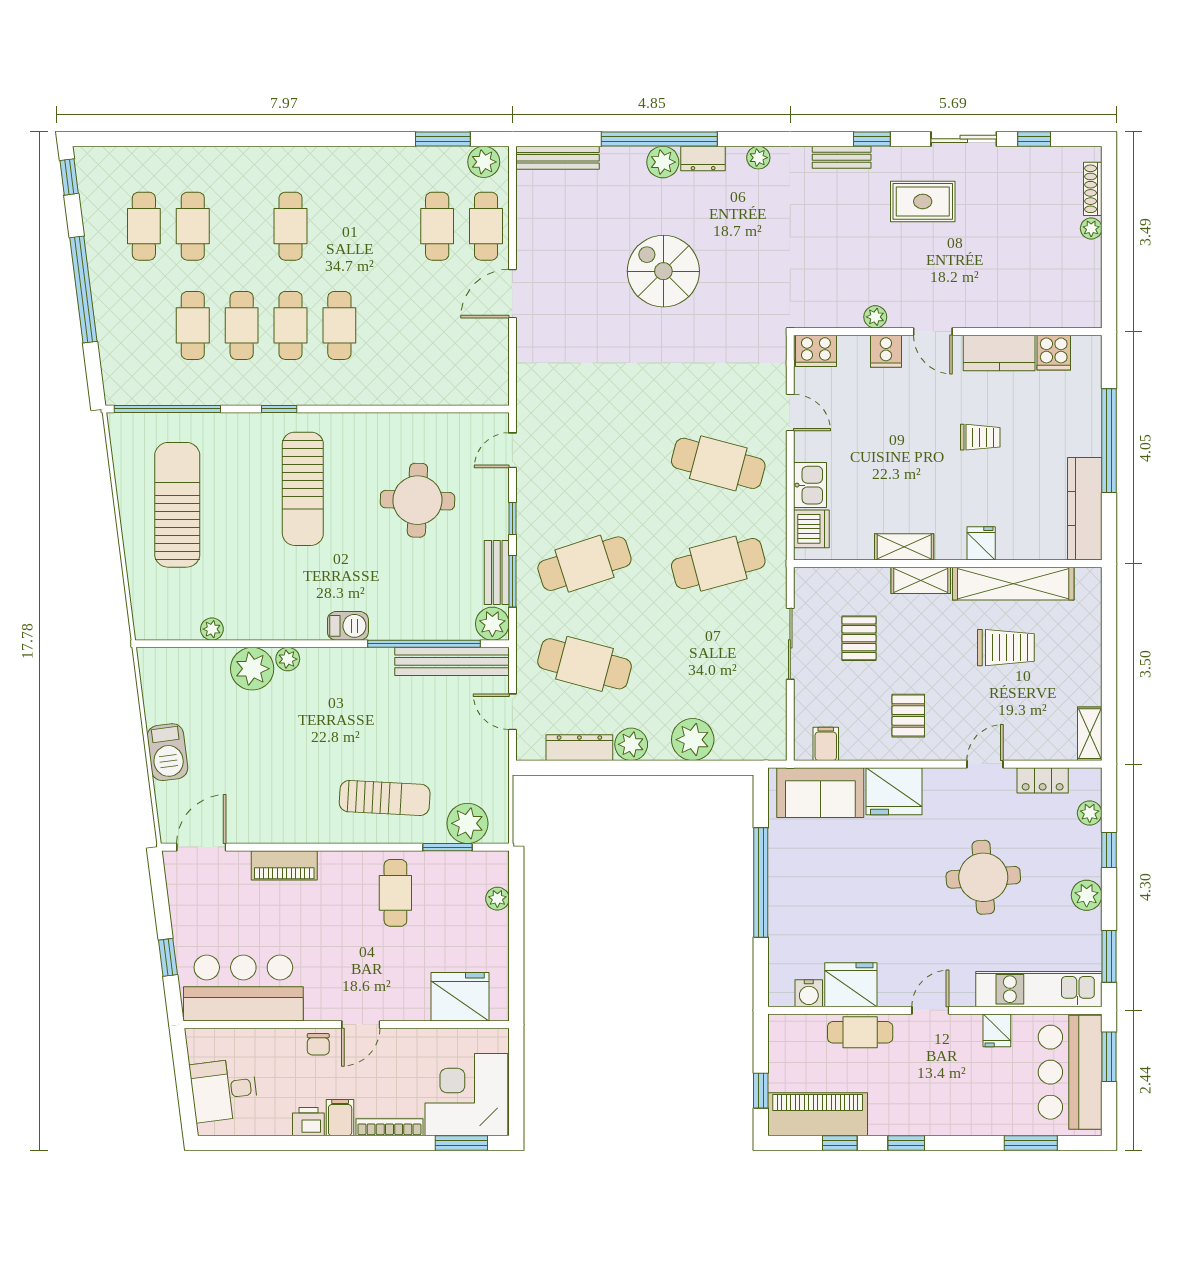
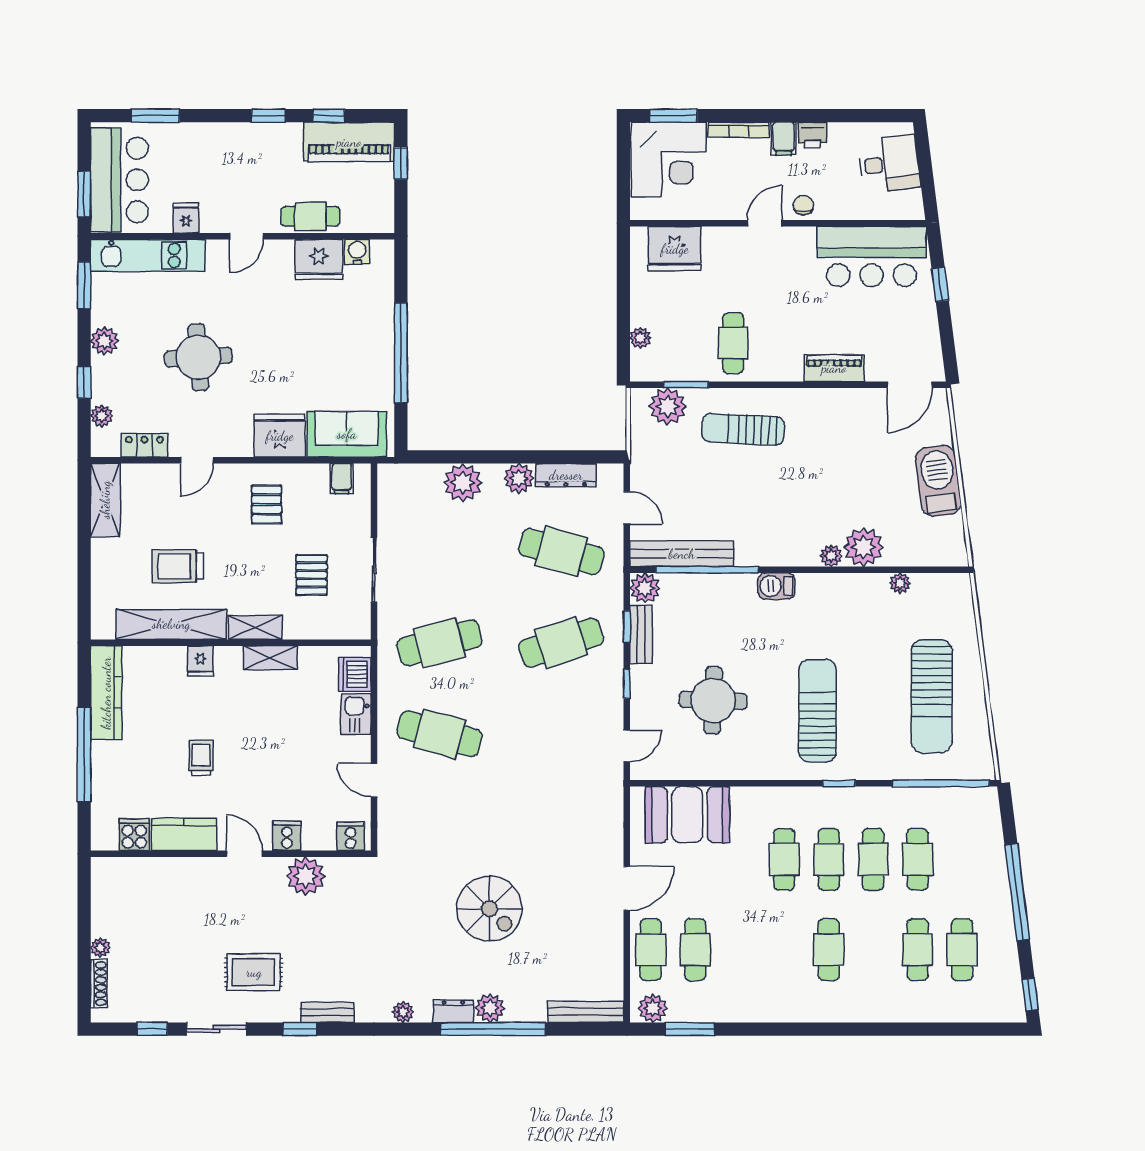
plant: (875, 317) -> (306, 876), width x1.88, depth x1.88
cooker: (816, 351) -> (351, 836), width x0.73
booth: (446, 375) -> (687, 815), added
trolley: (980, 437) -> (201, 758), turned 90
window: (512, 581) -> (627, 627), width x0.67
shelving: (1090, 734) -> (105, 500), width x1.50, depth x1.33
barbecue: (167, 752) -> (938, 481), width x1.37, depth x1.21

